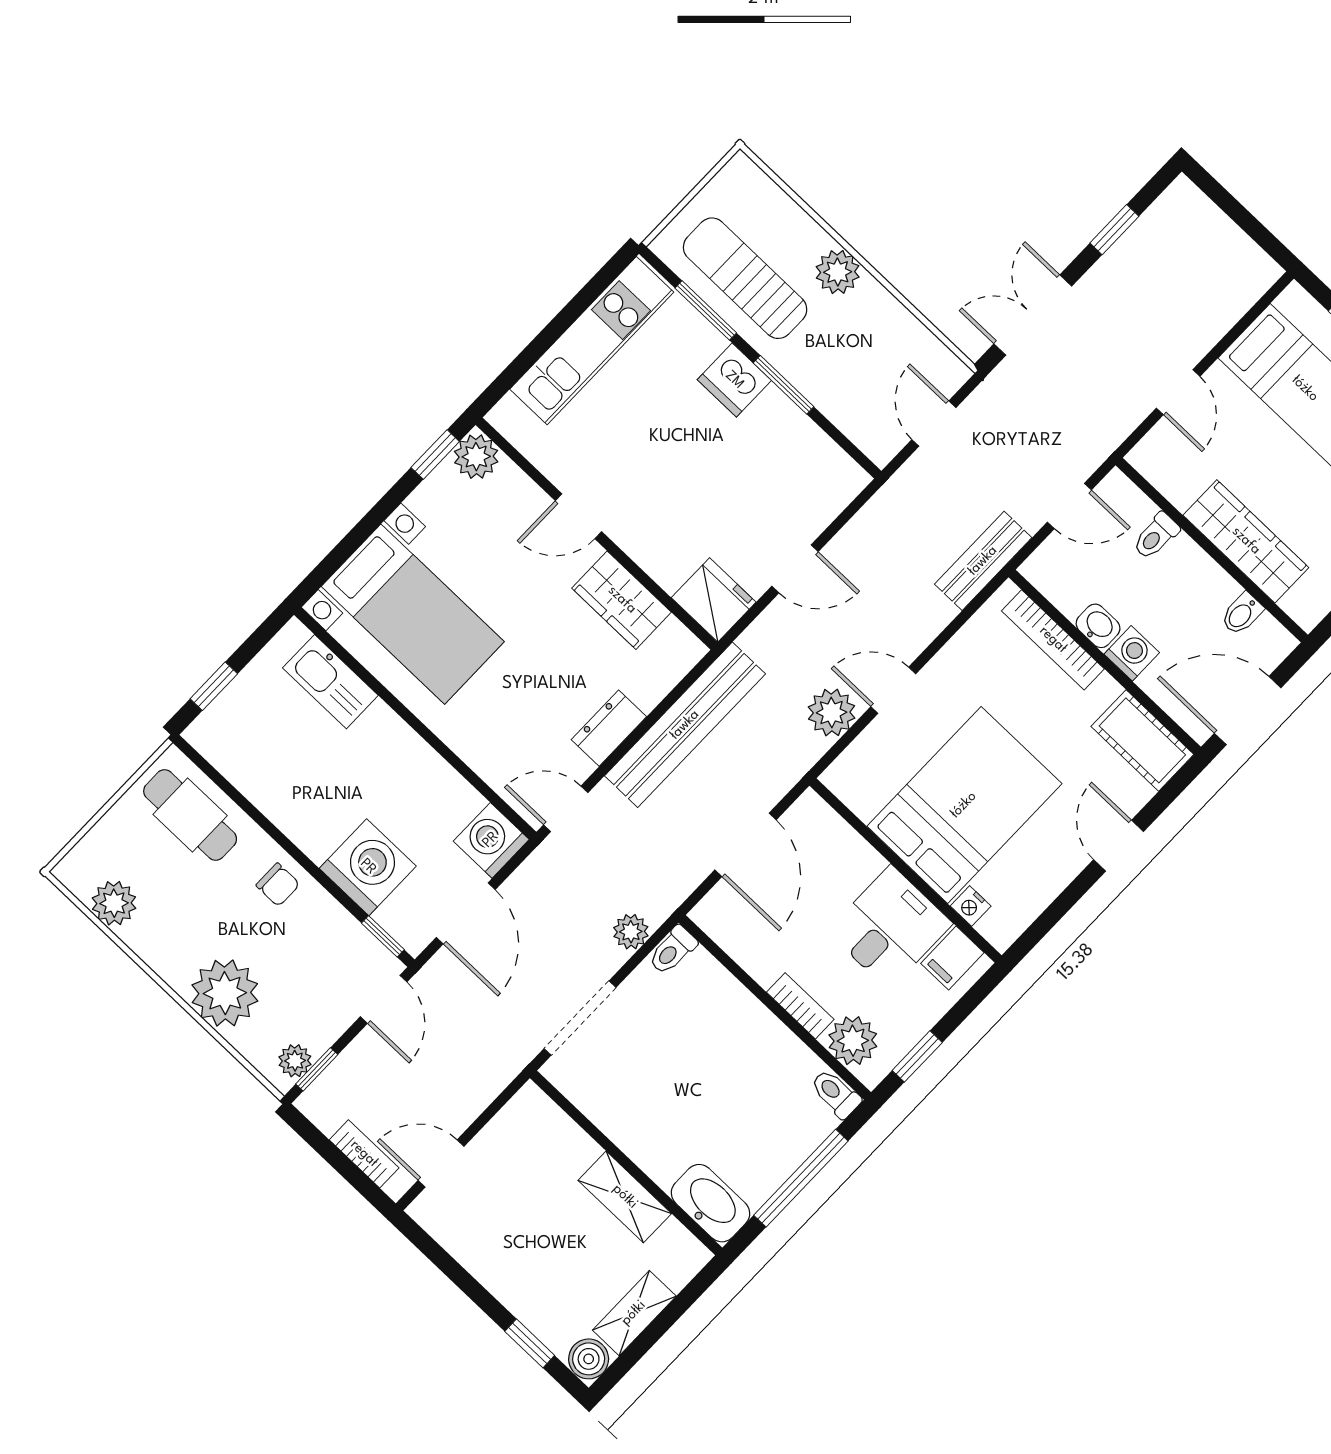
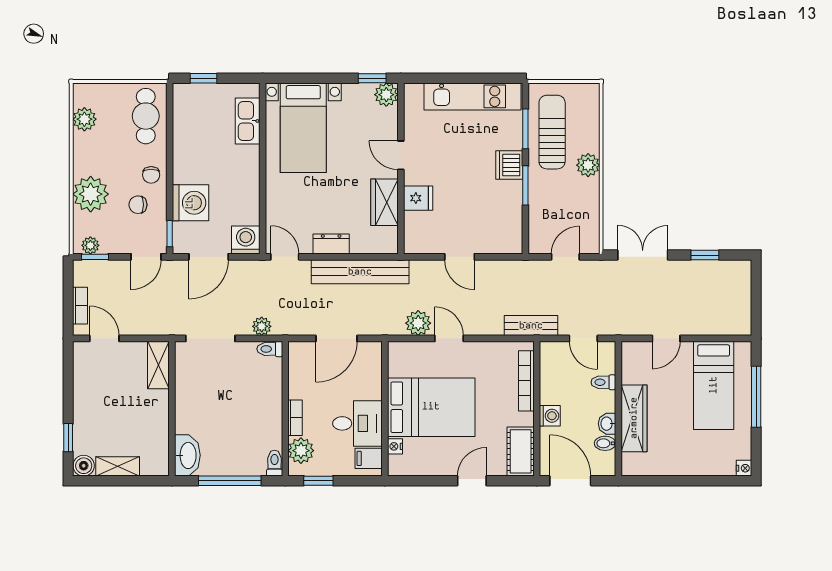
fridge: (714, 600) -> (418, 198), moved, width x0.72
washbasin: (1098, 626) -> (607, 424), moved, turned 180
chair: (301, 942) -> (138, 205), added
shelving: (625, 1197) -> (158, 365), moved

